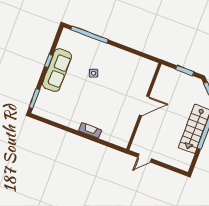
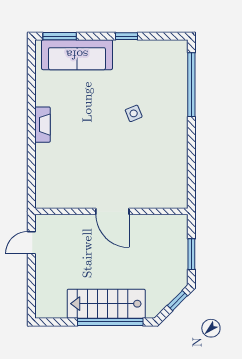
sofa: (57, 70) -> (77, 55), moved
fireplace: (90, 130) -> (43, 125), moved
door: (145, 158) -> (31, 243), hinge flipped

